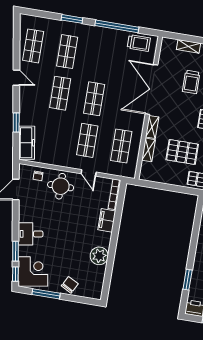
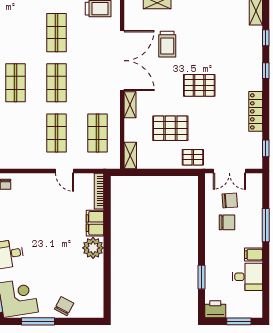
shop shelf: (67, 52) -> (57, 33), moved
double door: (152, 89) -> (122, 61), swing flipped
shelving: (148, 150) -> (130, 155), moved
round table: (61, 186) -> (34, 192), removed
plant: (99, 256) -> (93, 248), moved

